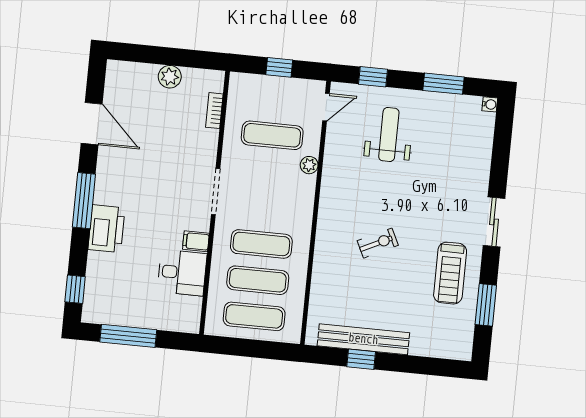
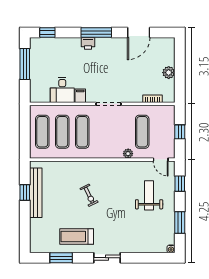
weight bench: (389, 135) -> (149, 195), turned -90
printer: (106, 229) -> (88, 43), width x0.53, depth x0.68

